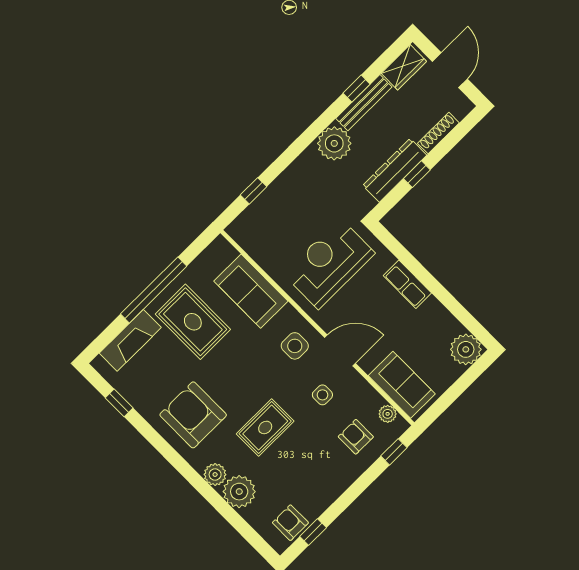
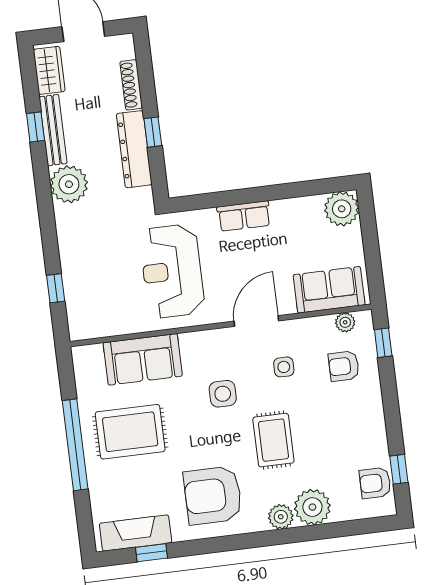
fireplace: (130, 340) -> (136, 533), moved, turned -90
side table: (295, 346) -> (223, 394), moved

